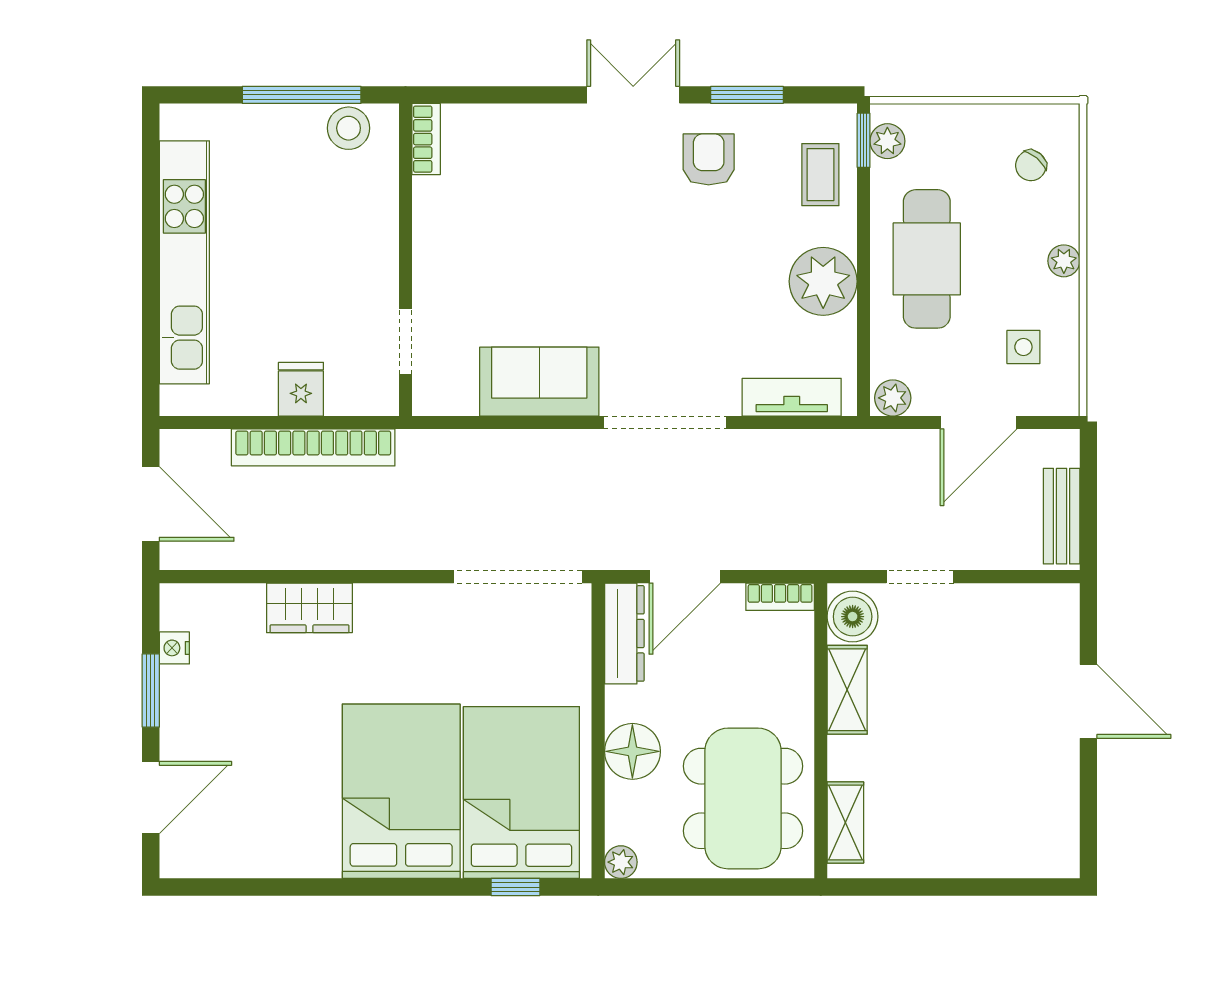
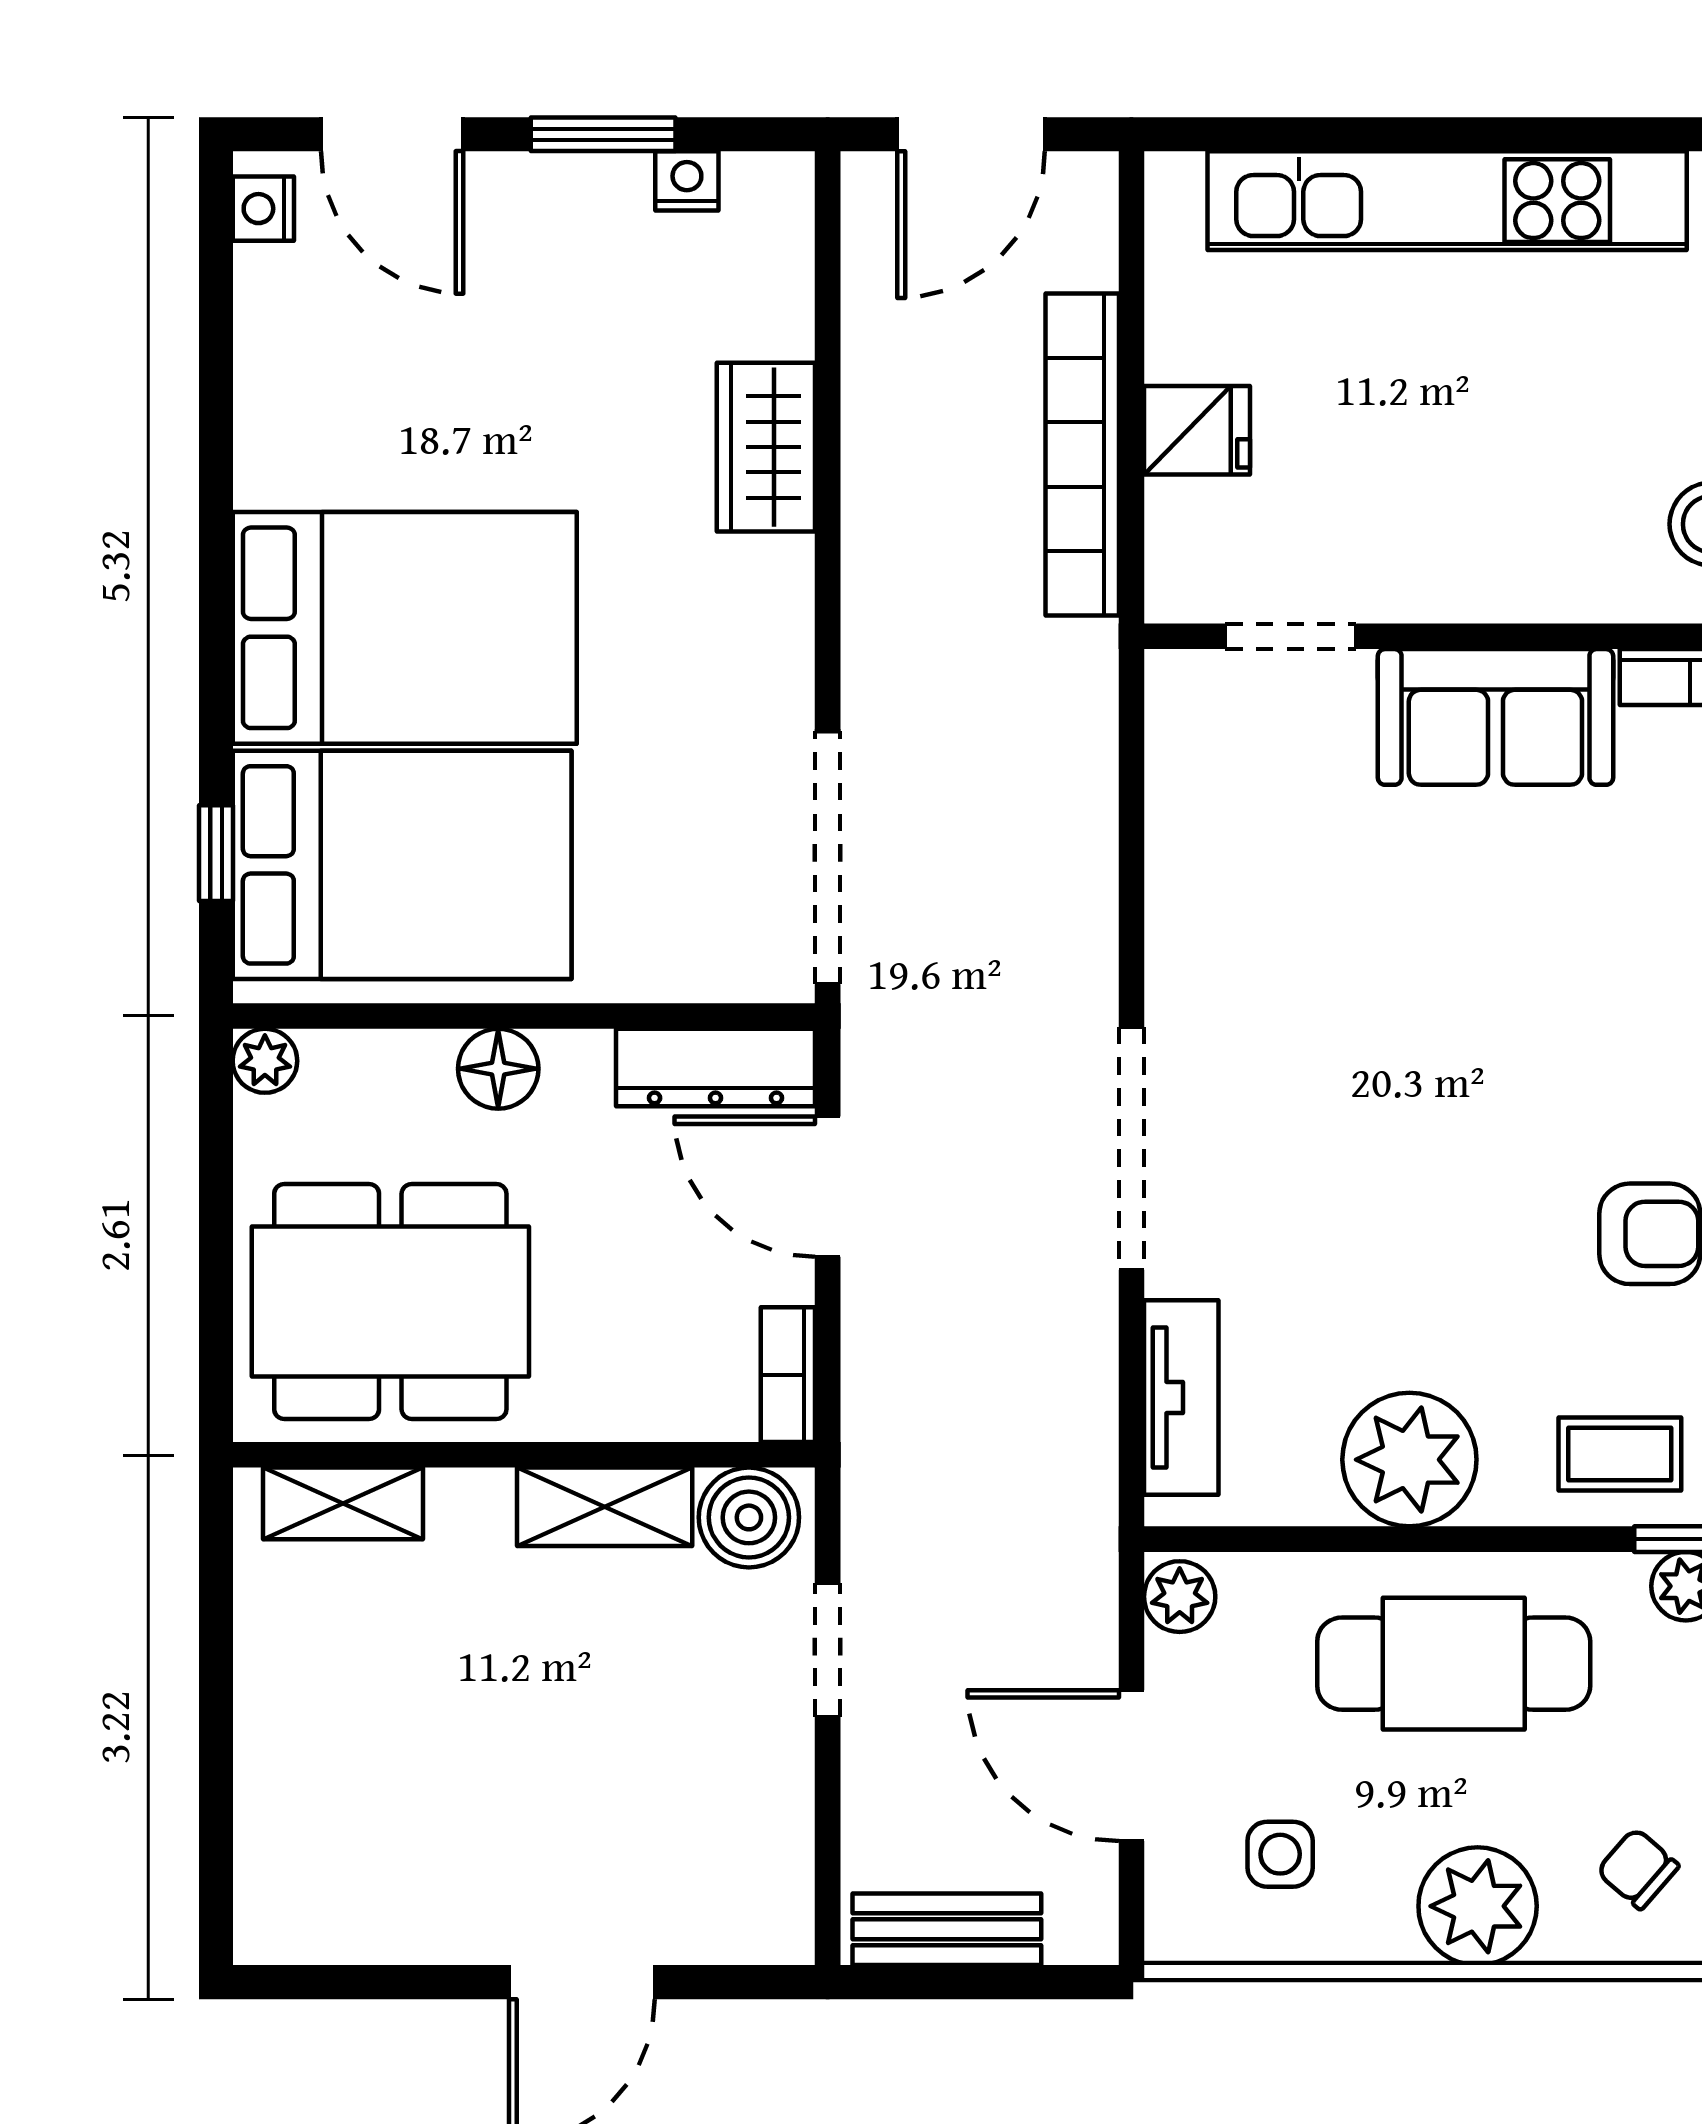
plant: (1064, 261) -> (1478, 1906), width x1.88, depth x1.88
sofa: (539, 382) -> (1495, 717), moved, turned 90
floor lamp: (632, 751) -> (498, 1069), width x0.73, depth x0.73
nightstand: (188, 863) -> (263, 209), added

